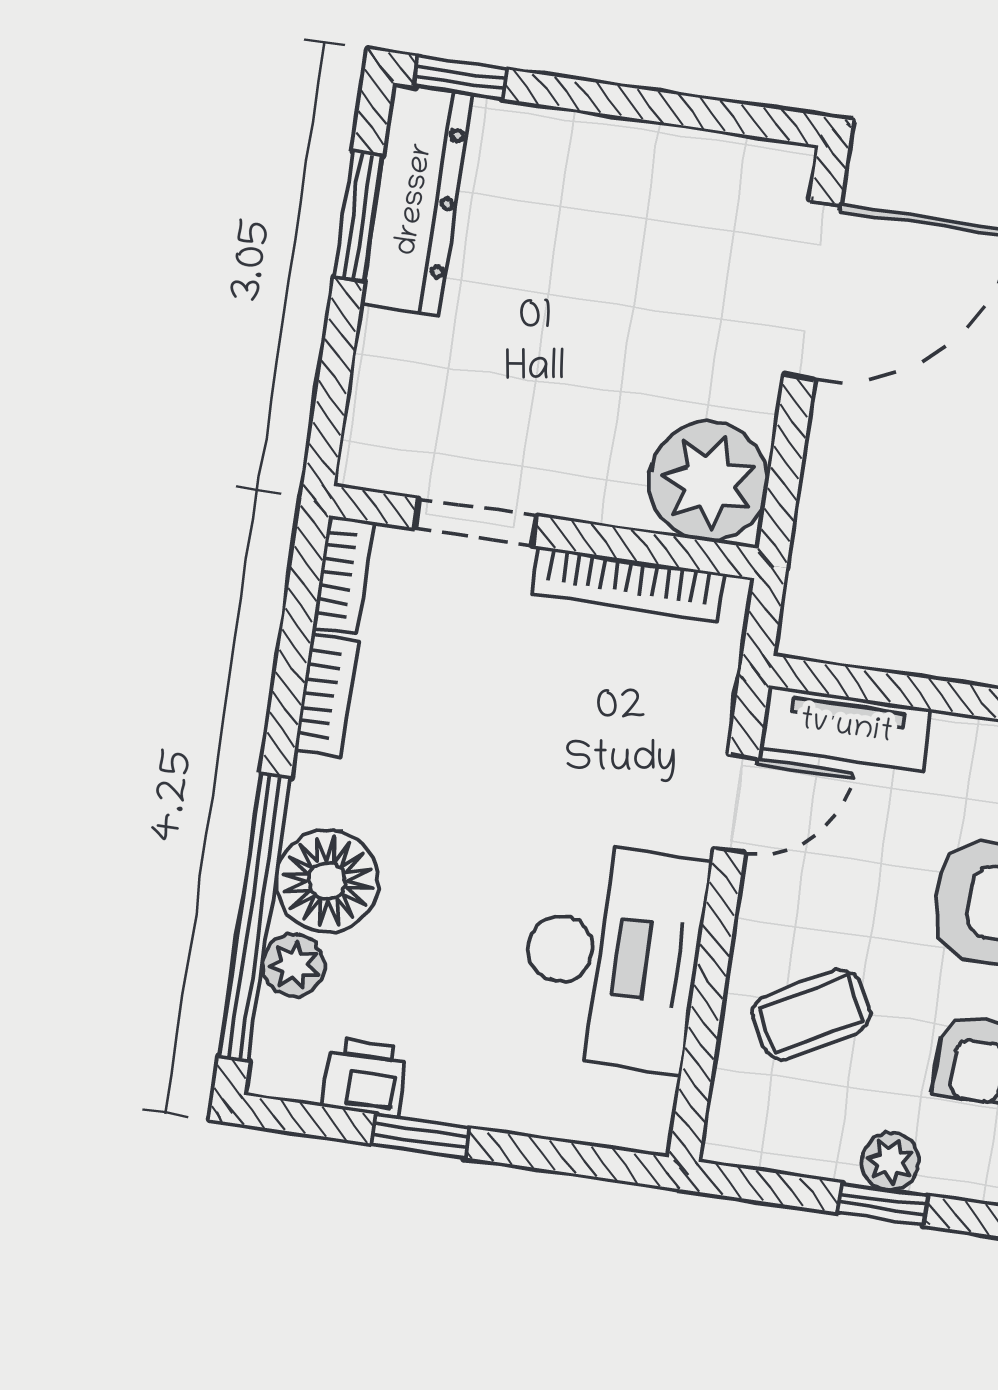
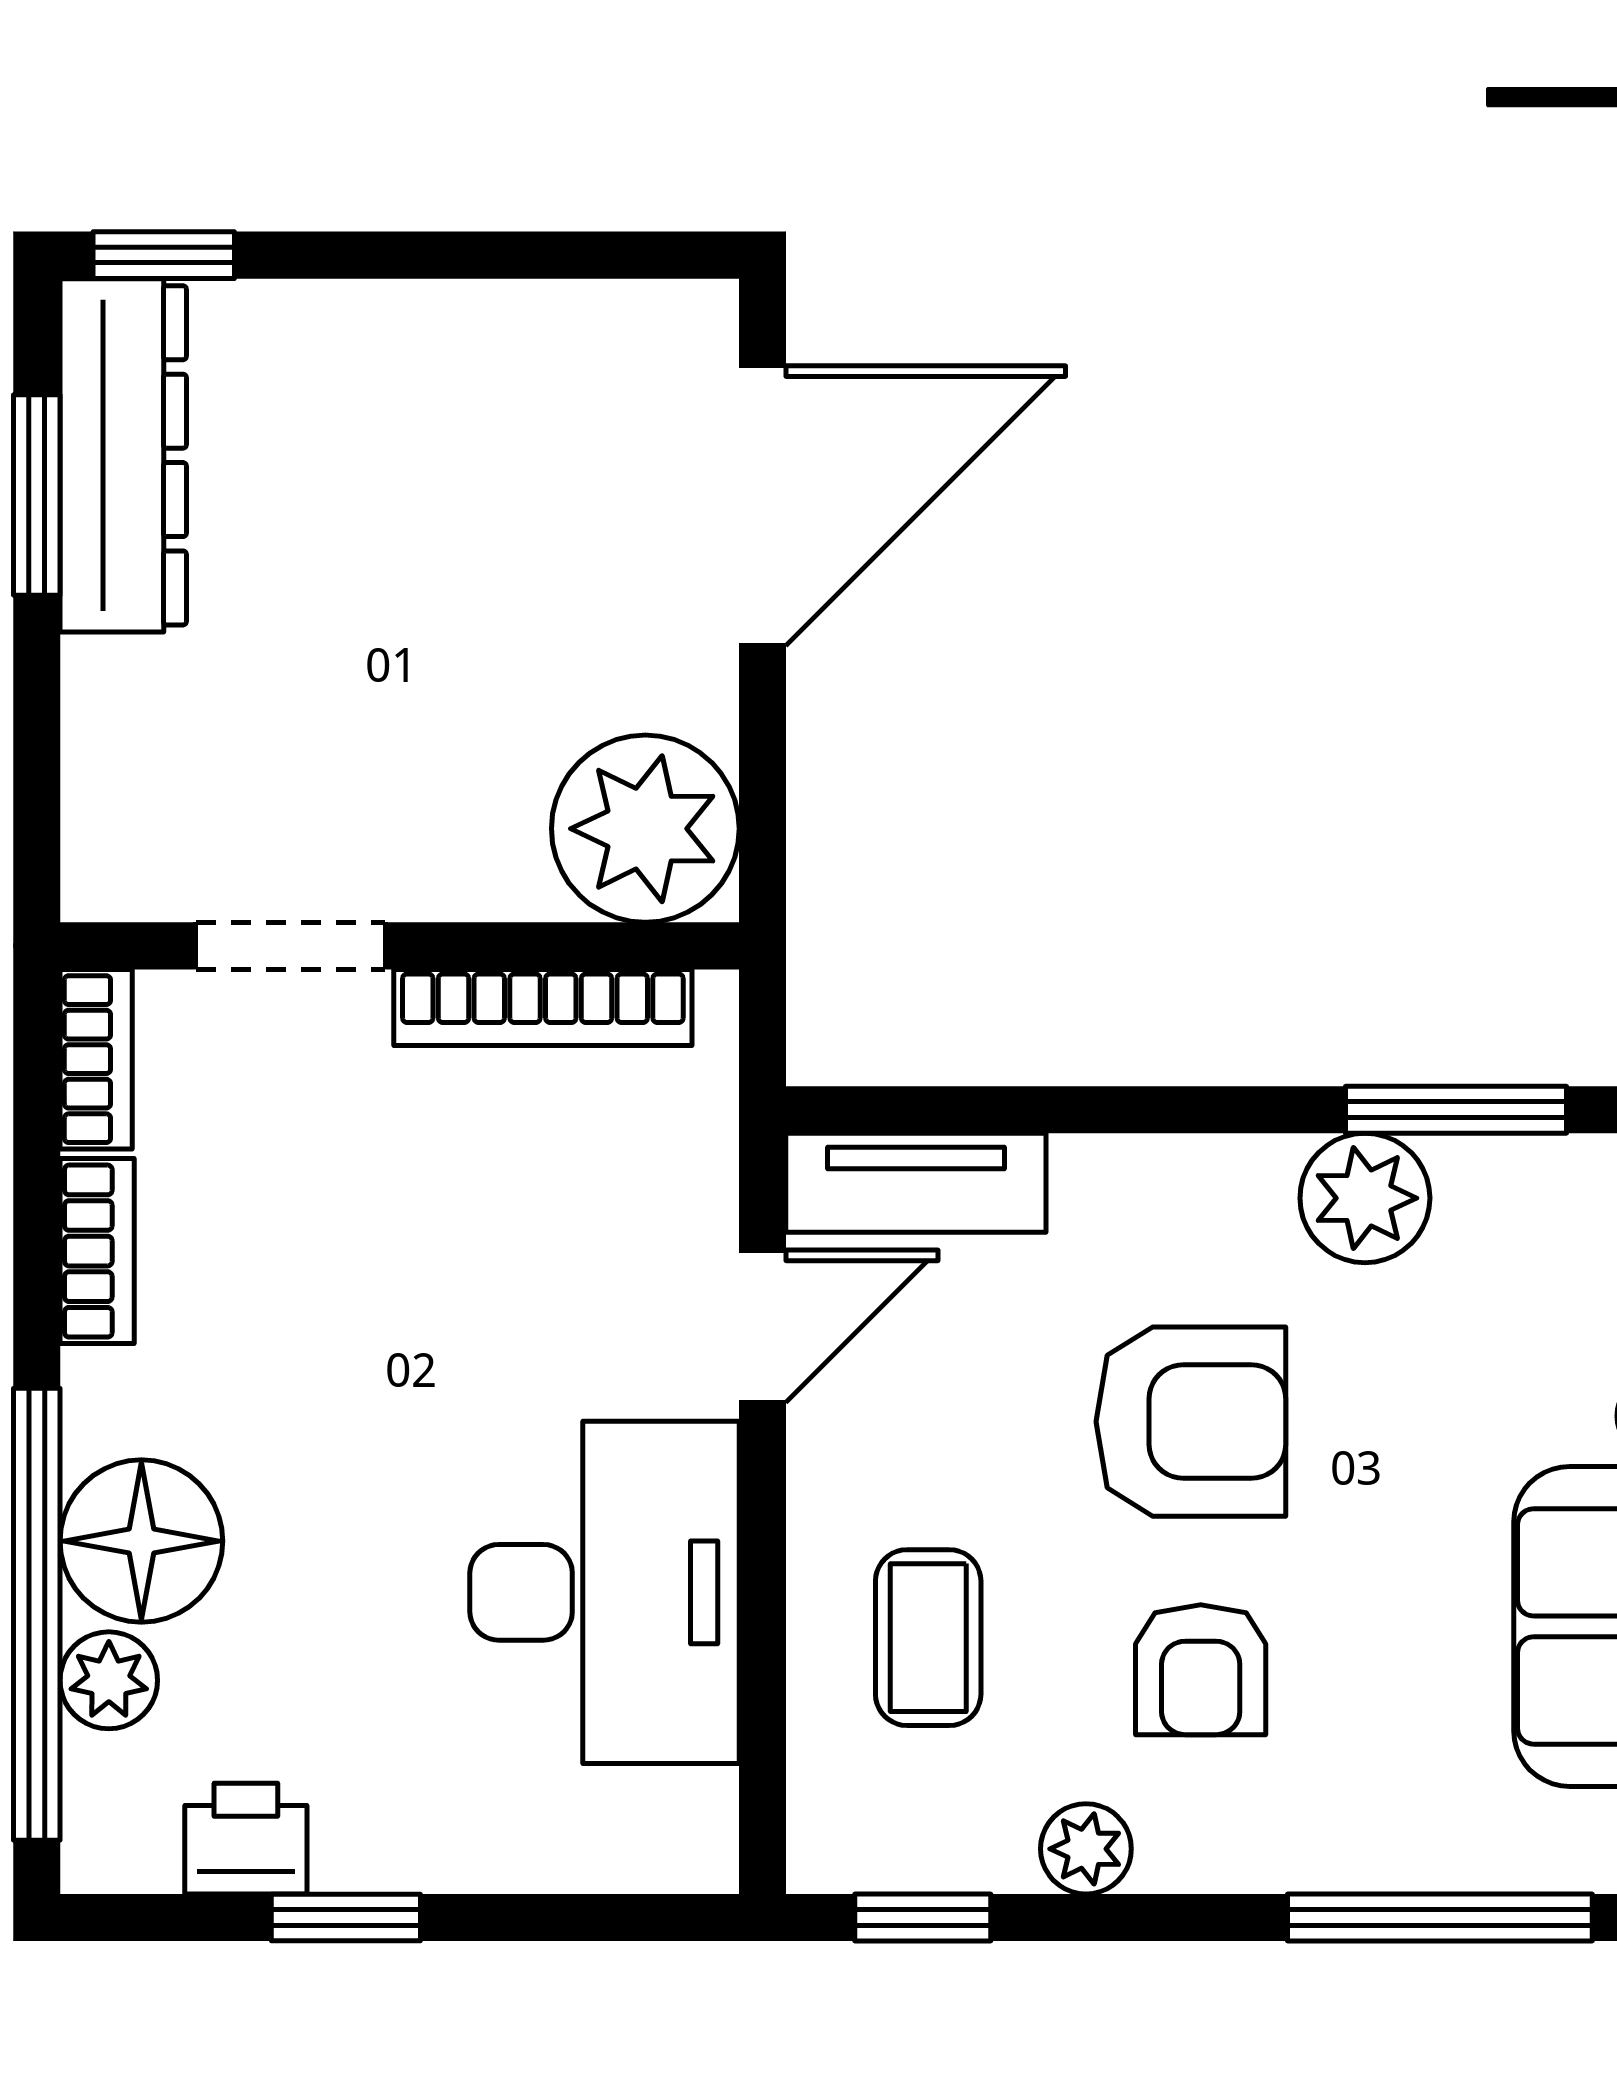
coffee table: (811, 1014) -> (928, 1638), turned -61
window: (883, 1204) -> (923, 1918), moved

